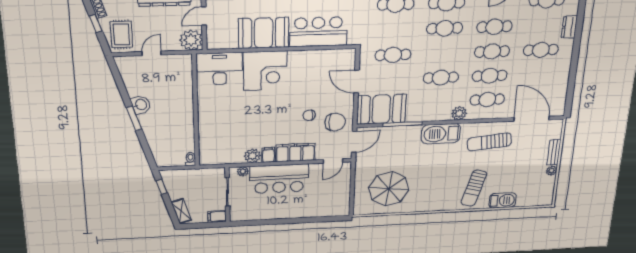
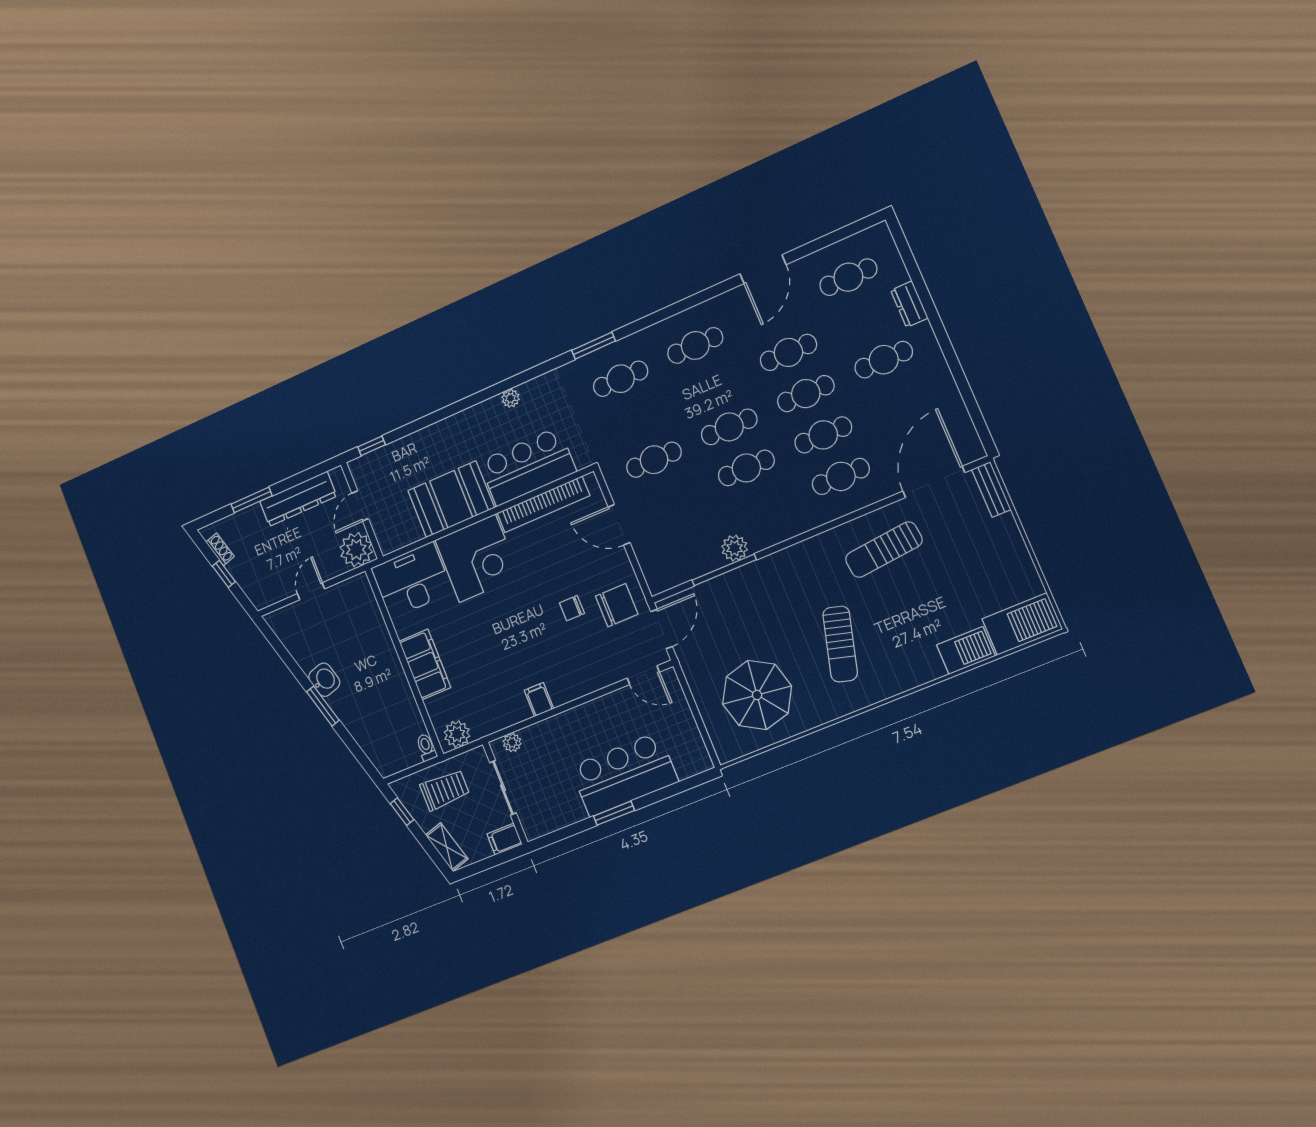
cafe table: (445, 28) -> (729, 427), moved
rug: (122, 34) -> (262, 577), removed
bookcase: (318, 56) -> (543, 504), added
booth: (381, 109) -> (678, 557), removed
plant: (459, 113) -> (734, 548), moved
door: (531, 119) -> (934, 482), hinge flipped
barbecue: (441, 134) -> (1022, 624), moved, turned 180
bench: (554, 152) -> (991, 489), moved
filing cabinet: (295, 153) -> (425, 664), moved, turned 90
plant: (252, 156) -> (457, 734), moved
door: (333, 161) -> (643, 675), hinge flipped
plant: (551, 171) -> (1023, 563), removed
bar counter: (279, 179) -> (624, 774), moved, turned 180
trolley: (192, 183) -> (445, 790), added
sun lounger: (474, 188) -> (840, 644), moved
window: (285, 221) -> (614, 813), added

